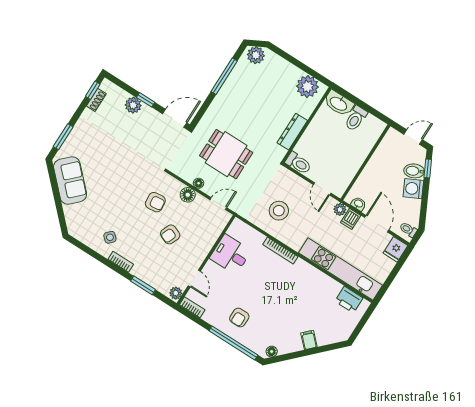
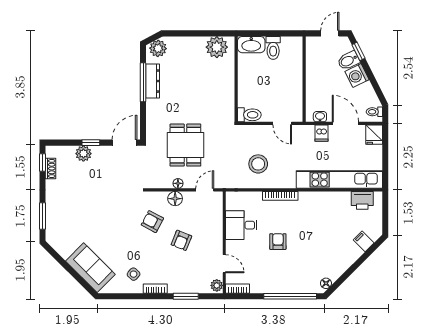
dresser: (292, 132) -> (153, 81), moved, turned 180
dining table: (226, 154) -> (185, 145), turned 90
sofa: (70, 181) -> (90, 268), moved
armchair: (155, 202) -> (152, 222), turned -146
plant: (340, 209) -> (308, 131), removed
armchair: (239, 318) -> (278, 242), moved, turned 180
filing cabinet: (309, 340) -> (364, 241), moved

